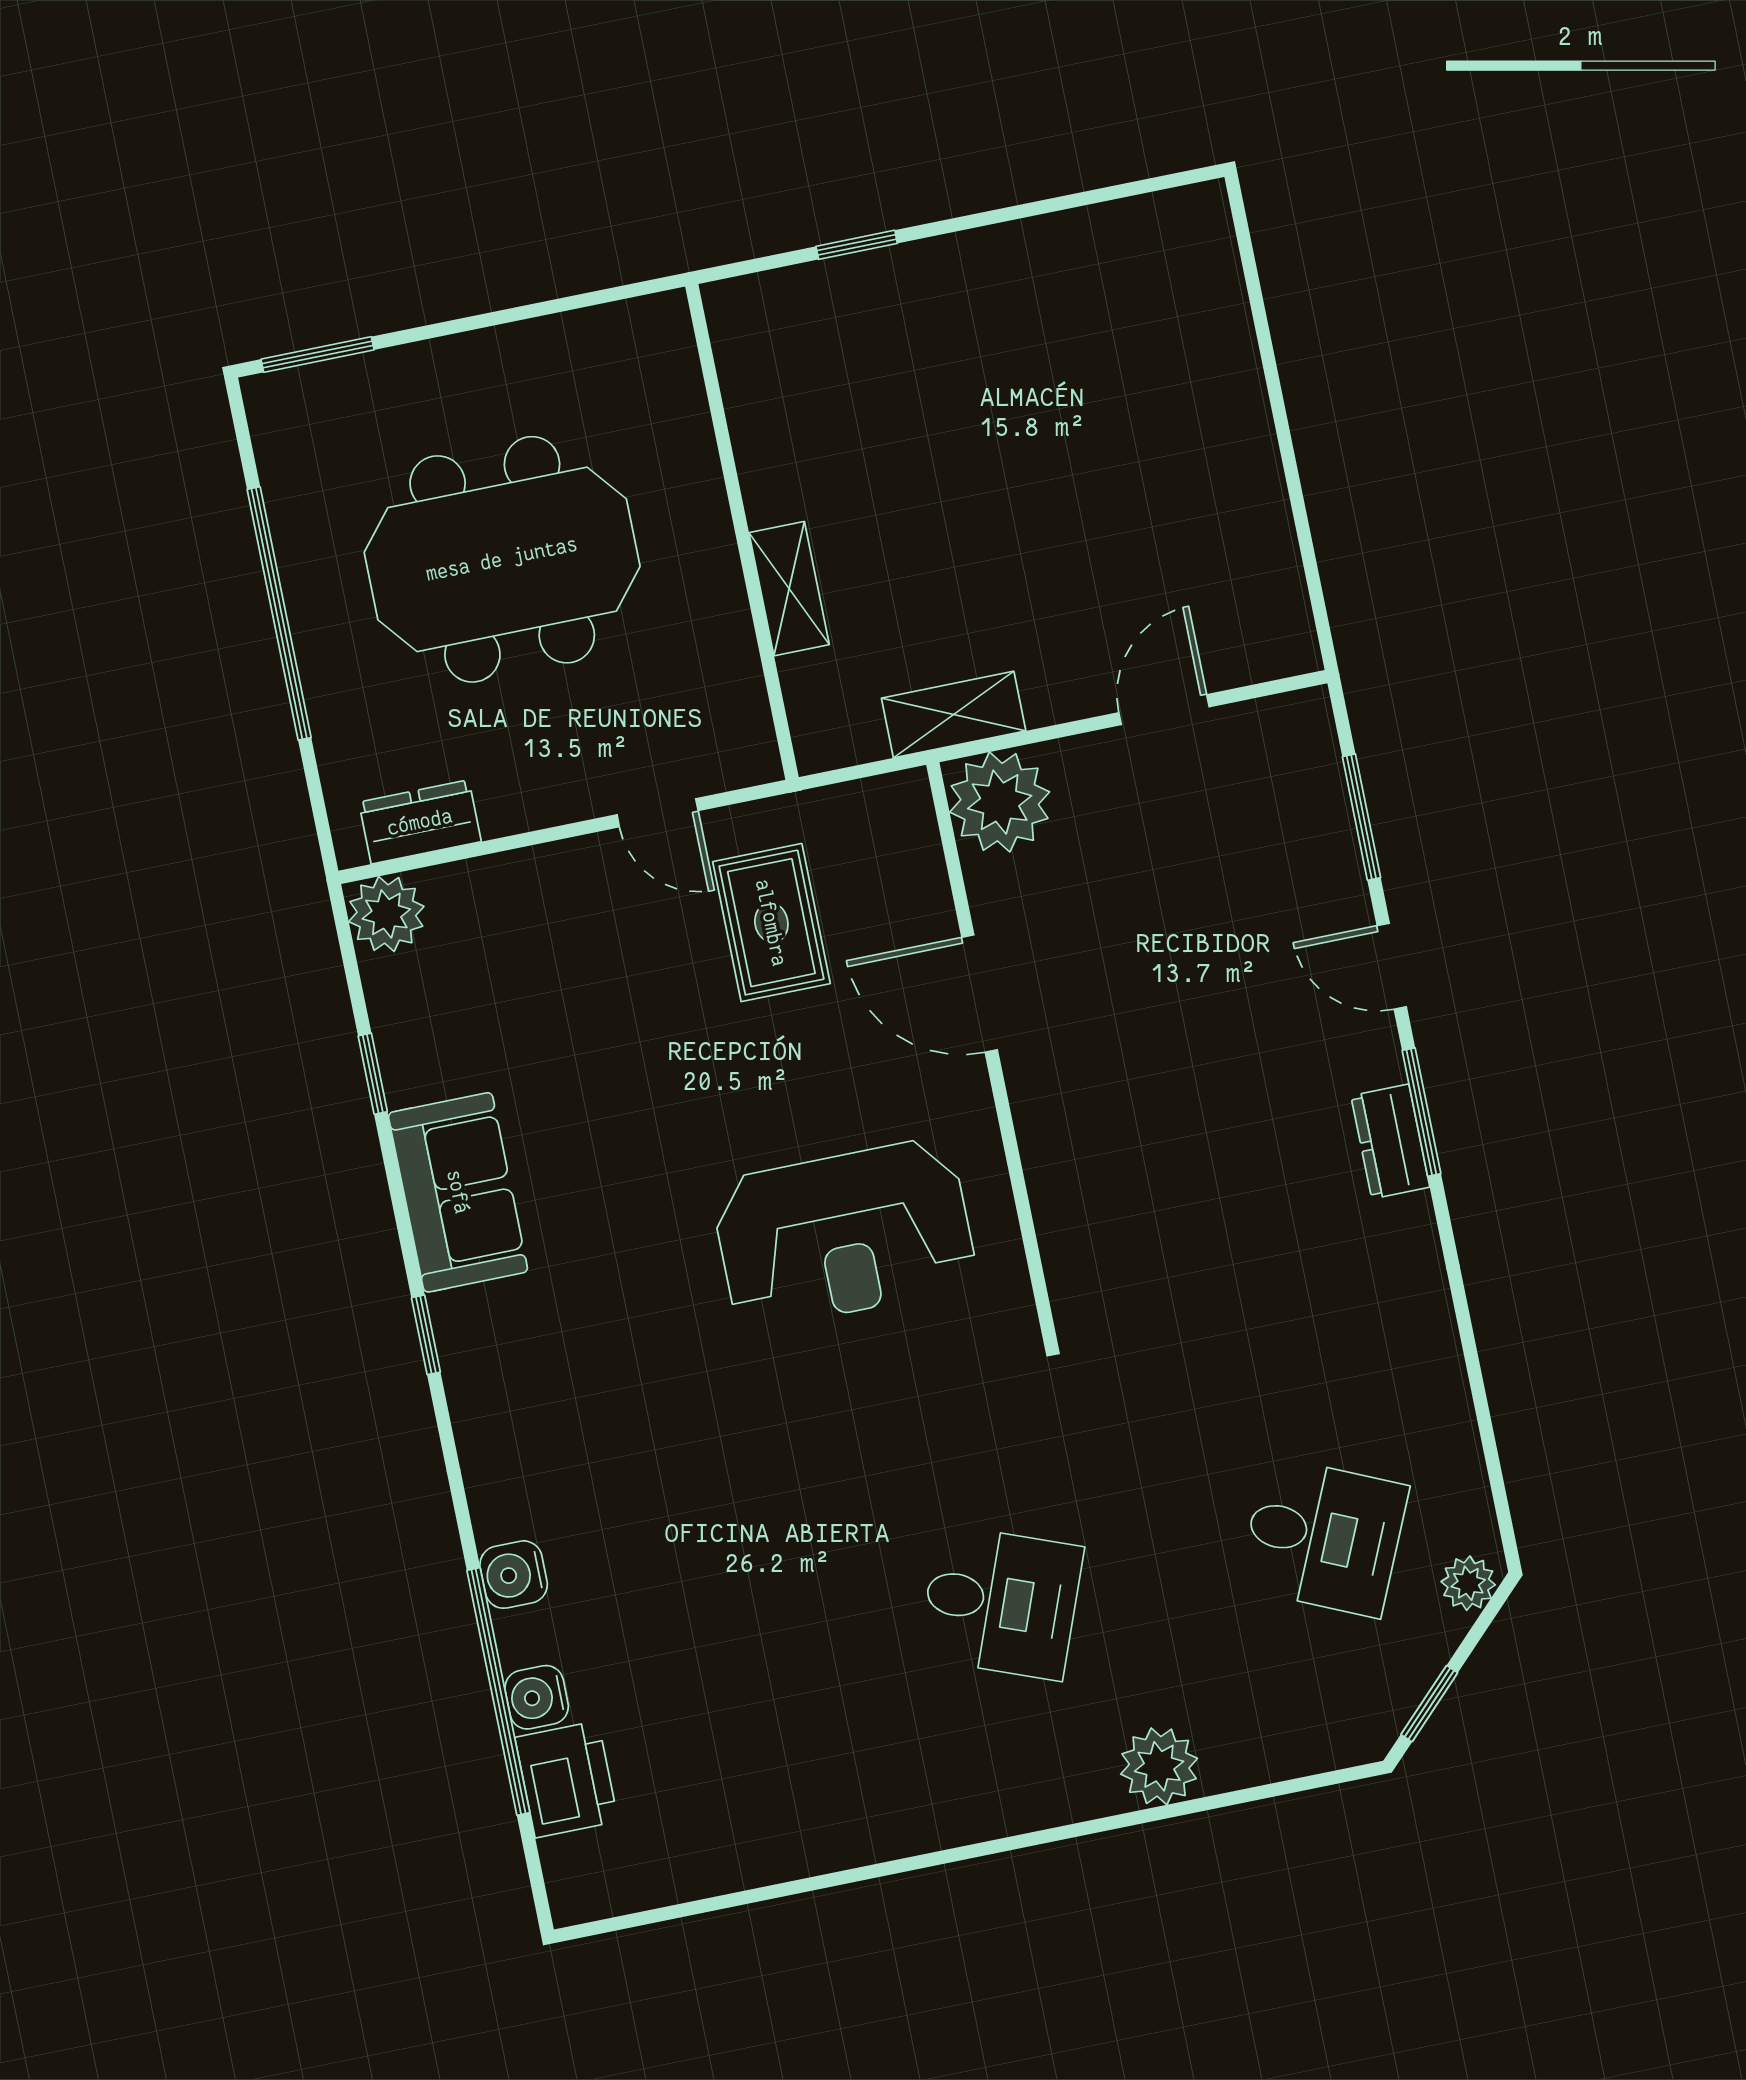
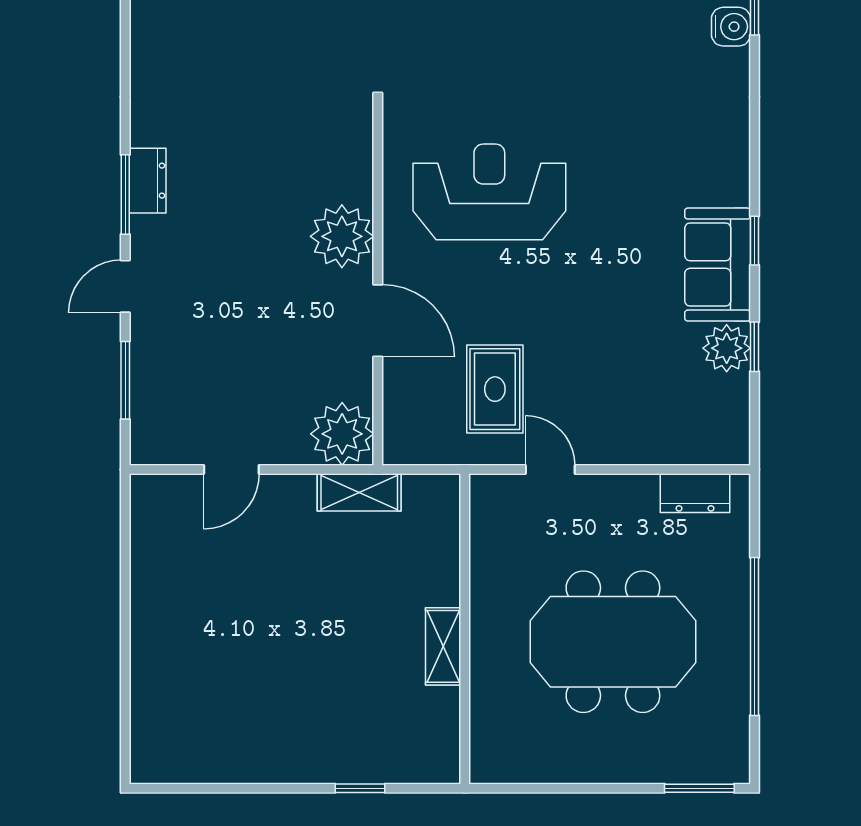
shelving: (789, 589) -> (443, 646), moved
plant: (386, 914) -> (727, 348), moved
door: (1392, 966) -> (125, 286), swing flipped
plant: (1064, 1116) -> (342, 236), added
window: (426, 1335) -> (754, 241), moved

